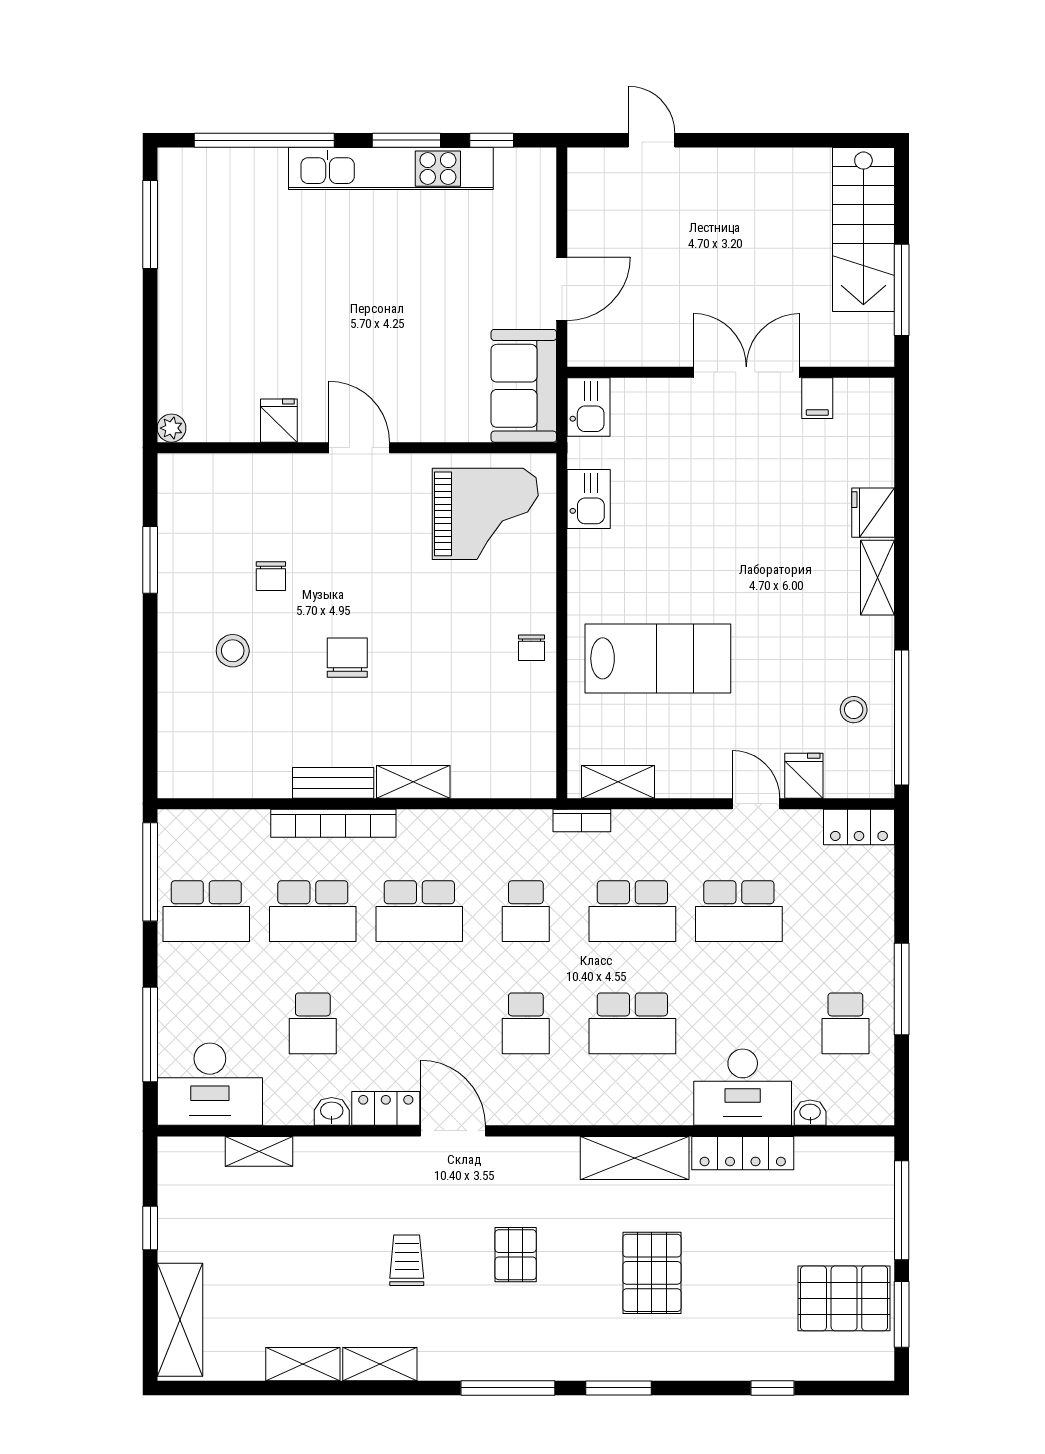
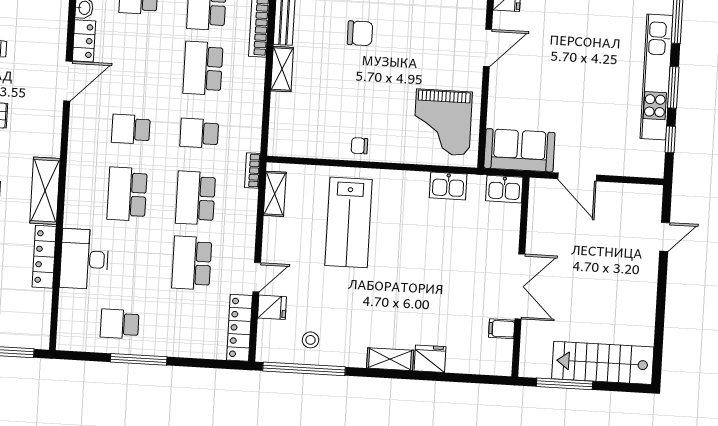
locker: (859, 827) -> (239, 328), width x1.53
washbasin: (810, 1113) -> (66, 299), removed

